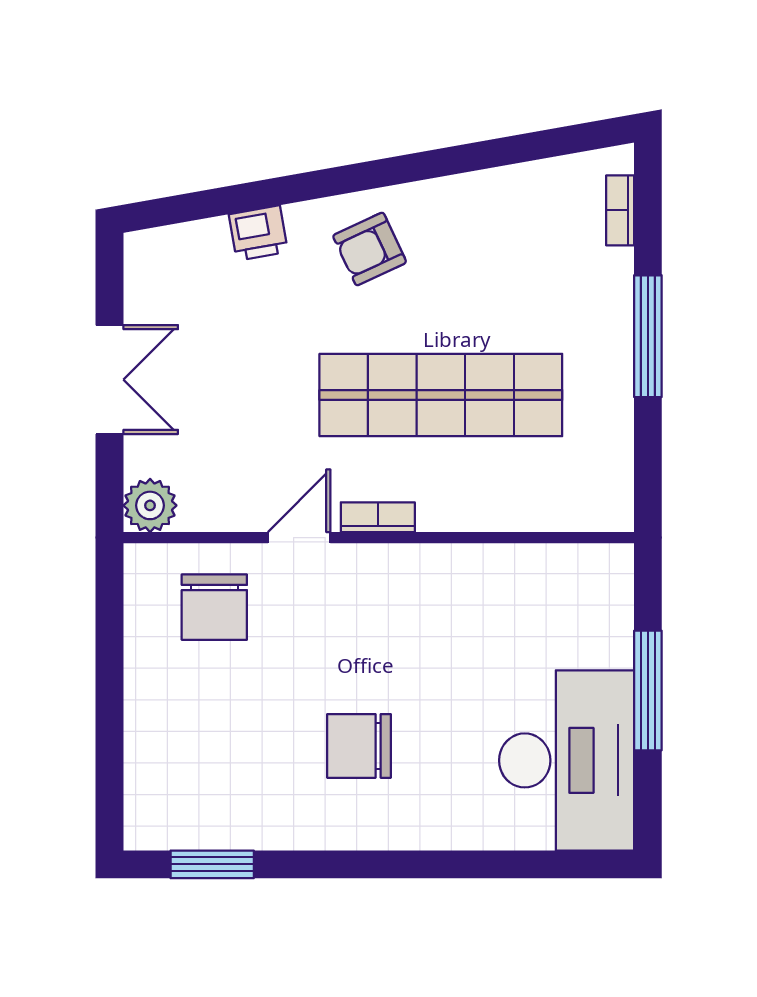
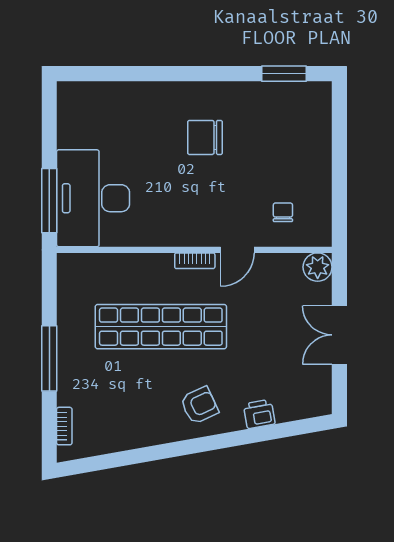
chair: (214, 607) -> (283, 212), width x0.54, depth x0.54
window: (648, 690) -> (49, 201), moved
chair: (359, 746) -> (205, 137), turned 180
desk: (567, 760) -> (93, 198), moved

